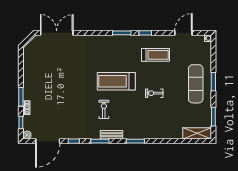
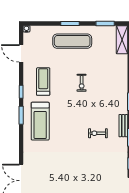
treadmill: (116, 81) -> (40, 121), moved

